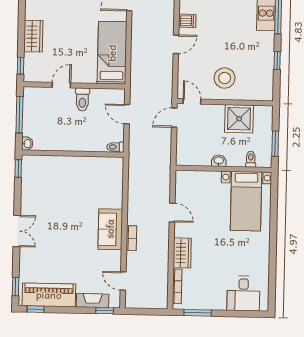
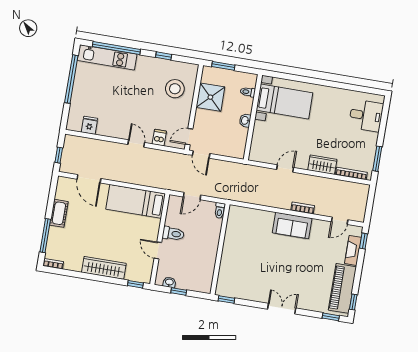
dishwasher: (187, 21) -> (159, 138), moved
wardrobe: (33, 36) -> (104, 268), width x1.50
stool: (225, 78) -> (175, 89), moved
window: (19, 115) -> (179, 291), width x0.46
washbasin: (27, 144) -> (169, 282), moved
window: (275, 144) -> (223, 66), moved

